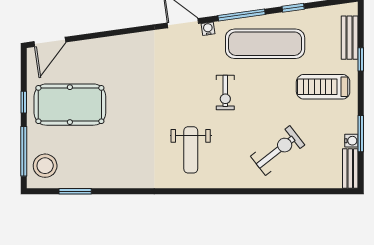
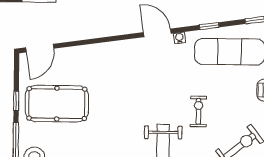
window: (242, 15) -> (209, 26), width x0.46
exercise bike: (225, 93) -> (198, 111), moved, turned 180

